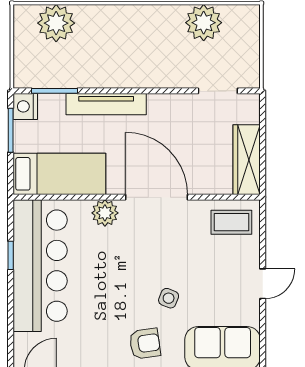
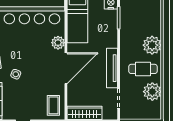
plant: (56, 23) -> (152, 45), moved
cafe table: (158, 42) -> (143, 69), added
tv unit: (106, 104) -> (112, 68), moved

